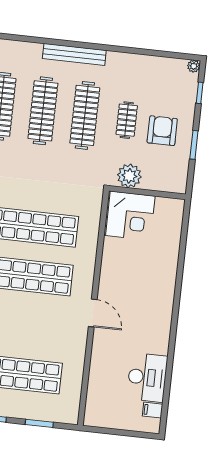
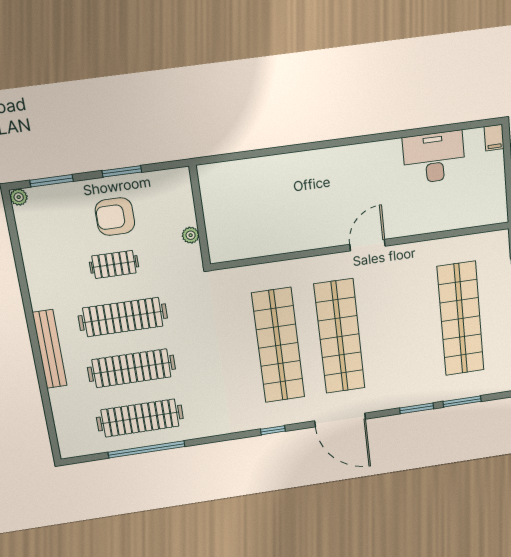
window: (200, 93) -> (52, 181), width x1.50
plant: (129, 176) -> (191, 235), width x0.53, depth x0.53
corner desk: (130, 216) -> (235, 230), removed
filing cabinet: (153, 410) -> (494, 138), moved

